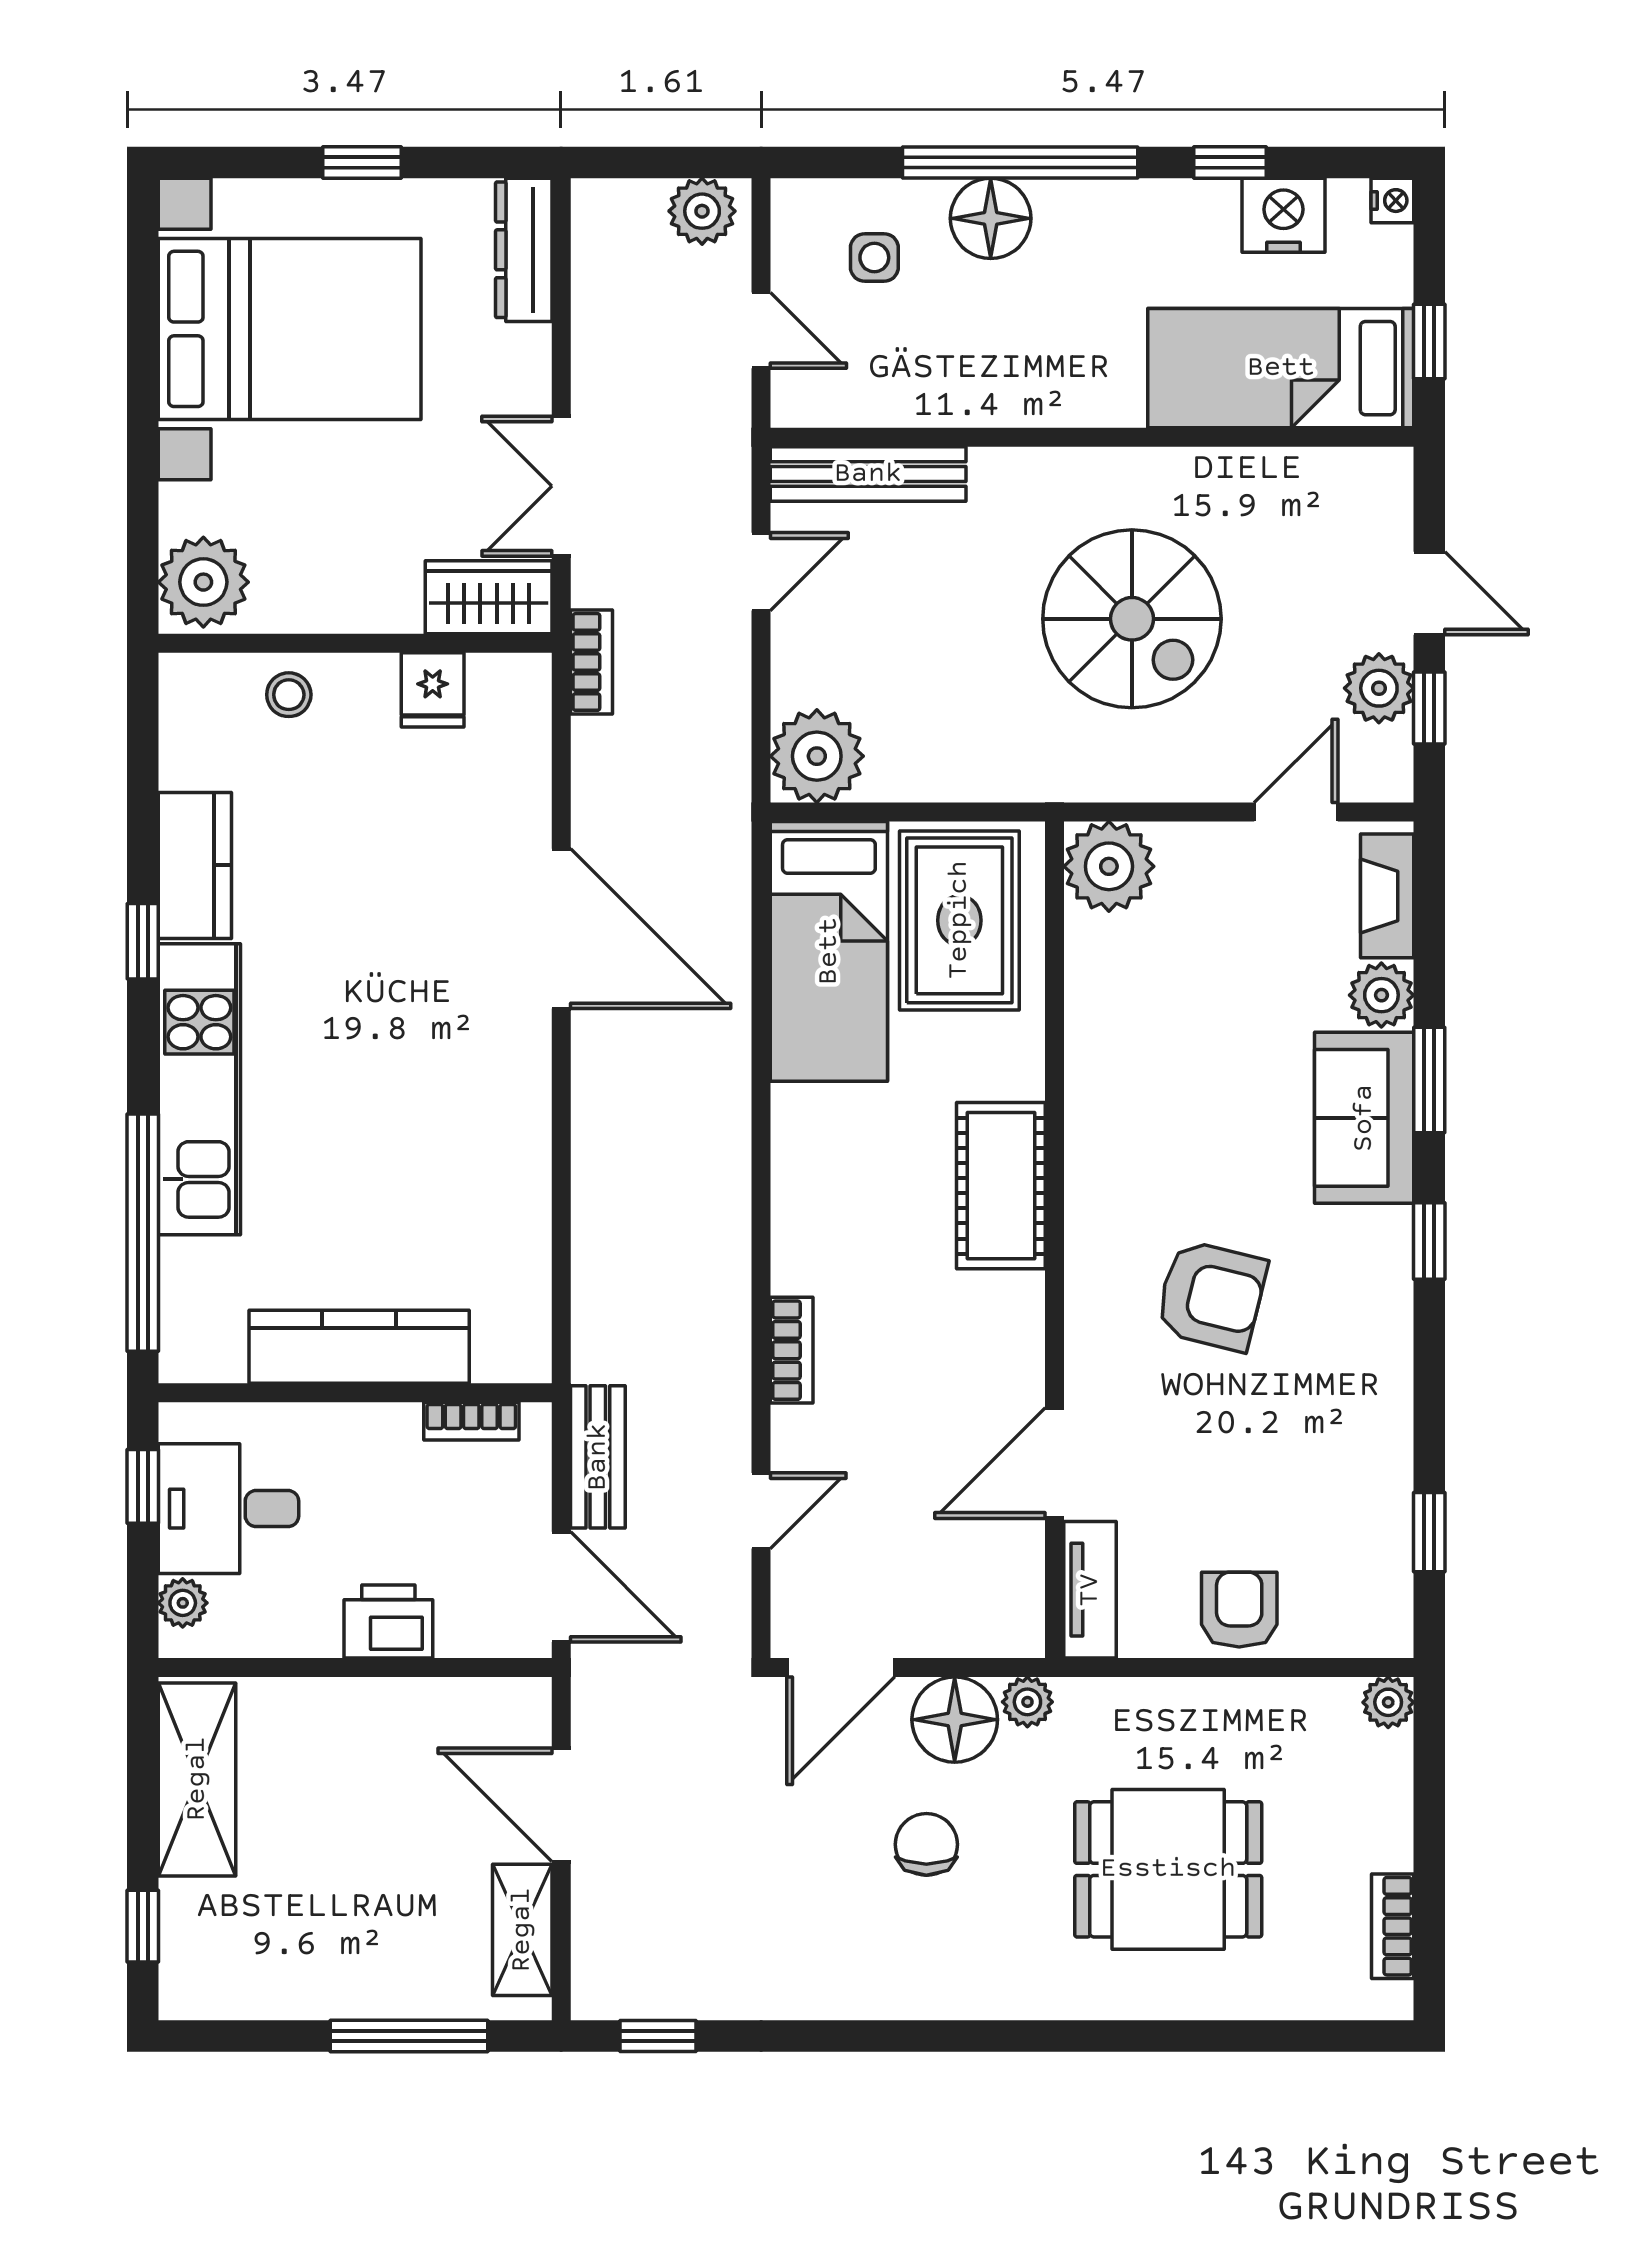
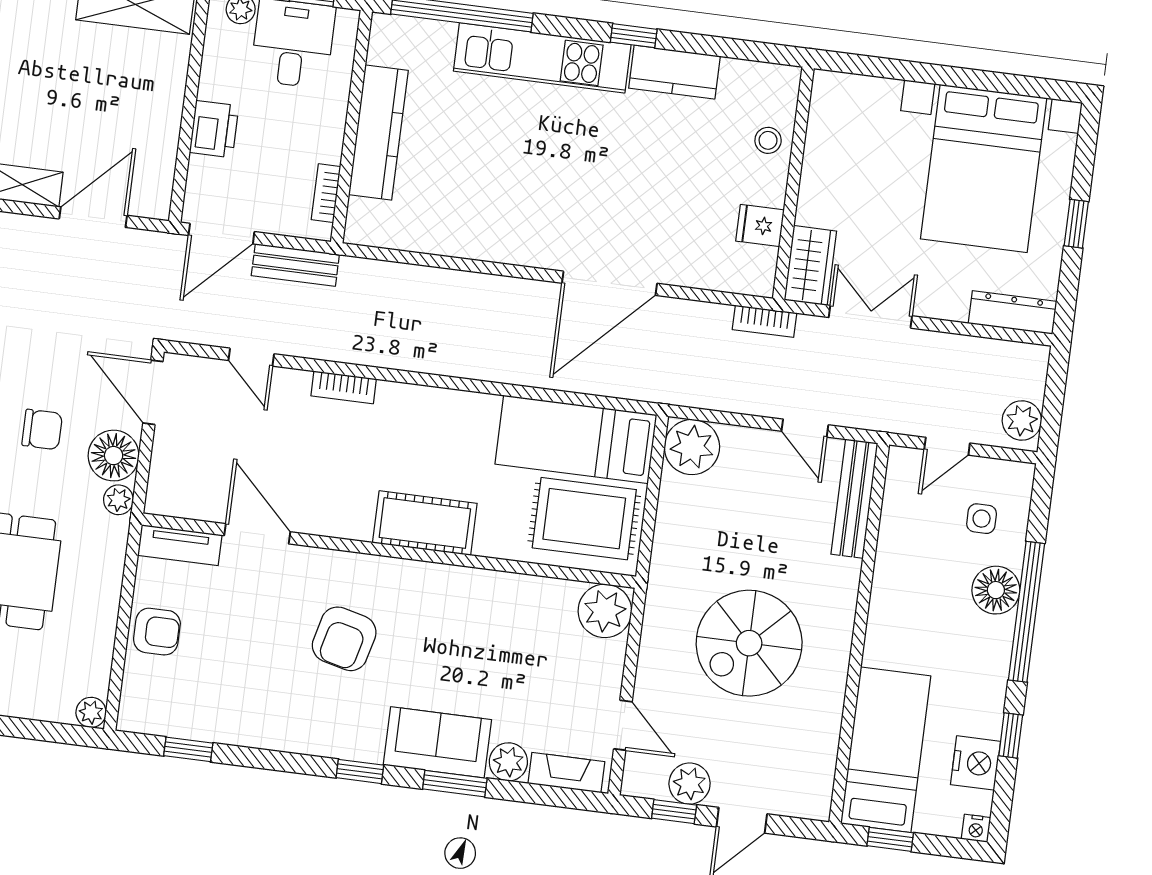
plant: (203, 582) -> (841, 99), removed

